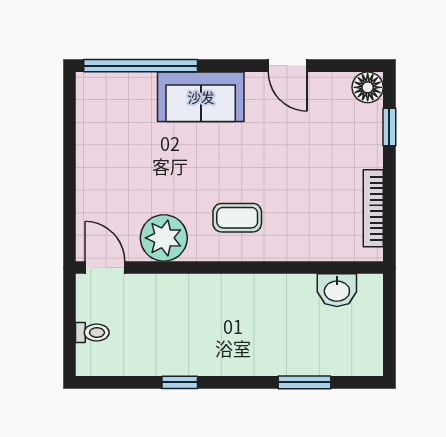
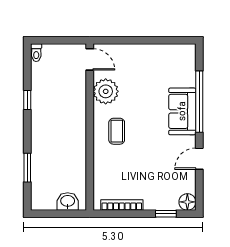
window: (141, 66) -> (199, 102), moved
door: (105, 267) -> (90, 59), hinge flipped
washbasin: (337, 290) -> (68, 201), moved, turned 90
toilet: (92, 333) -> (36, 53), moved

